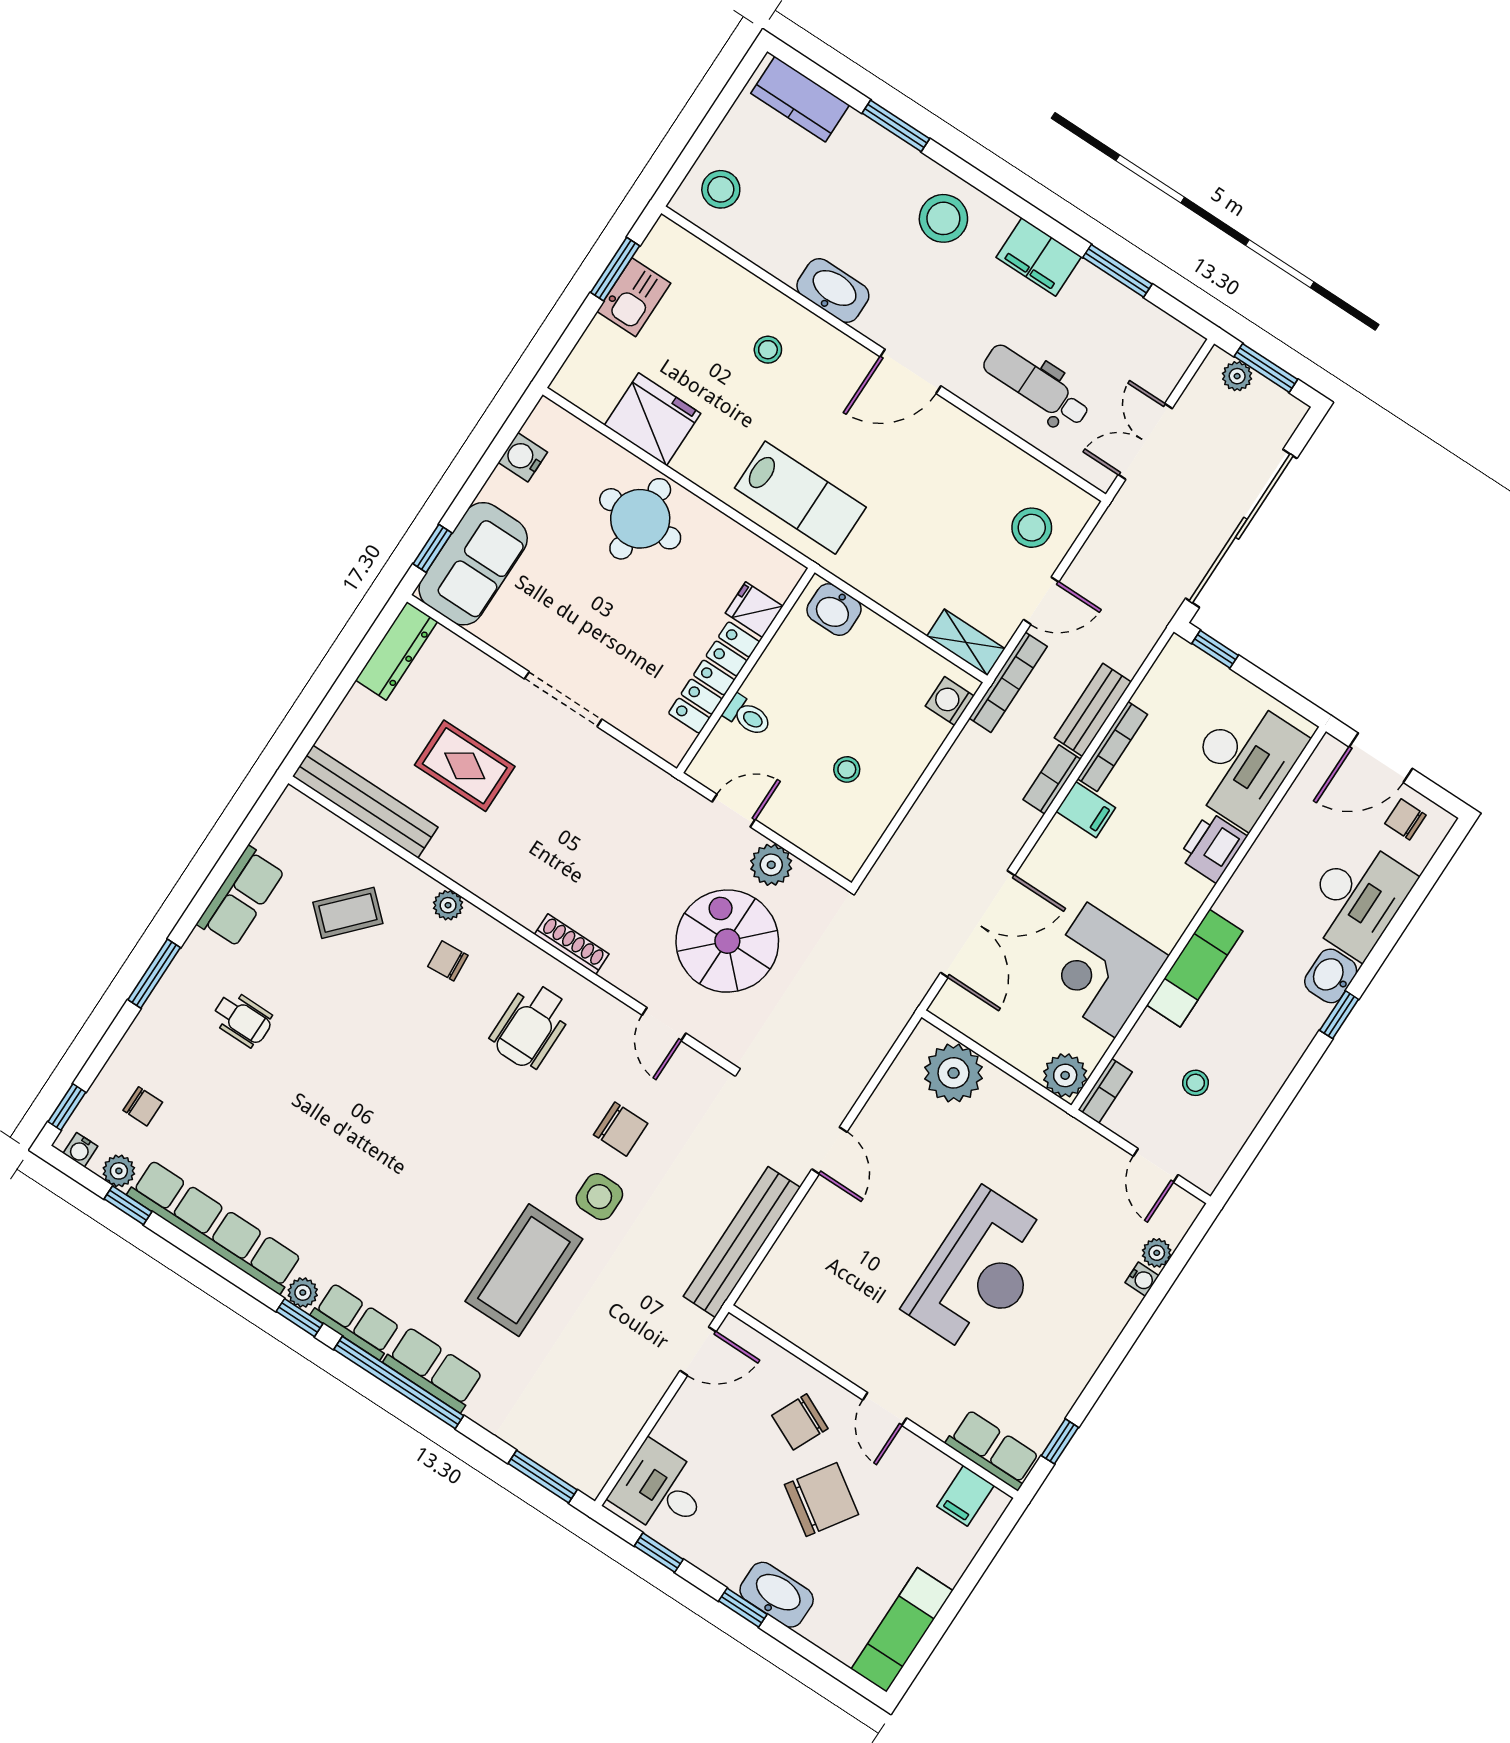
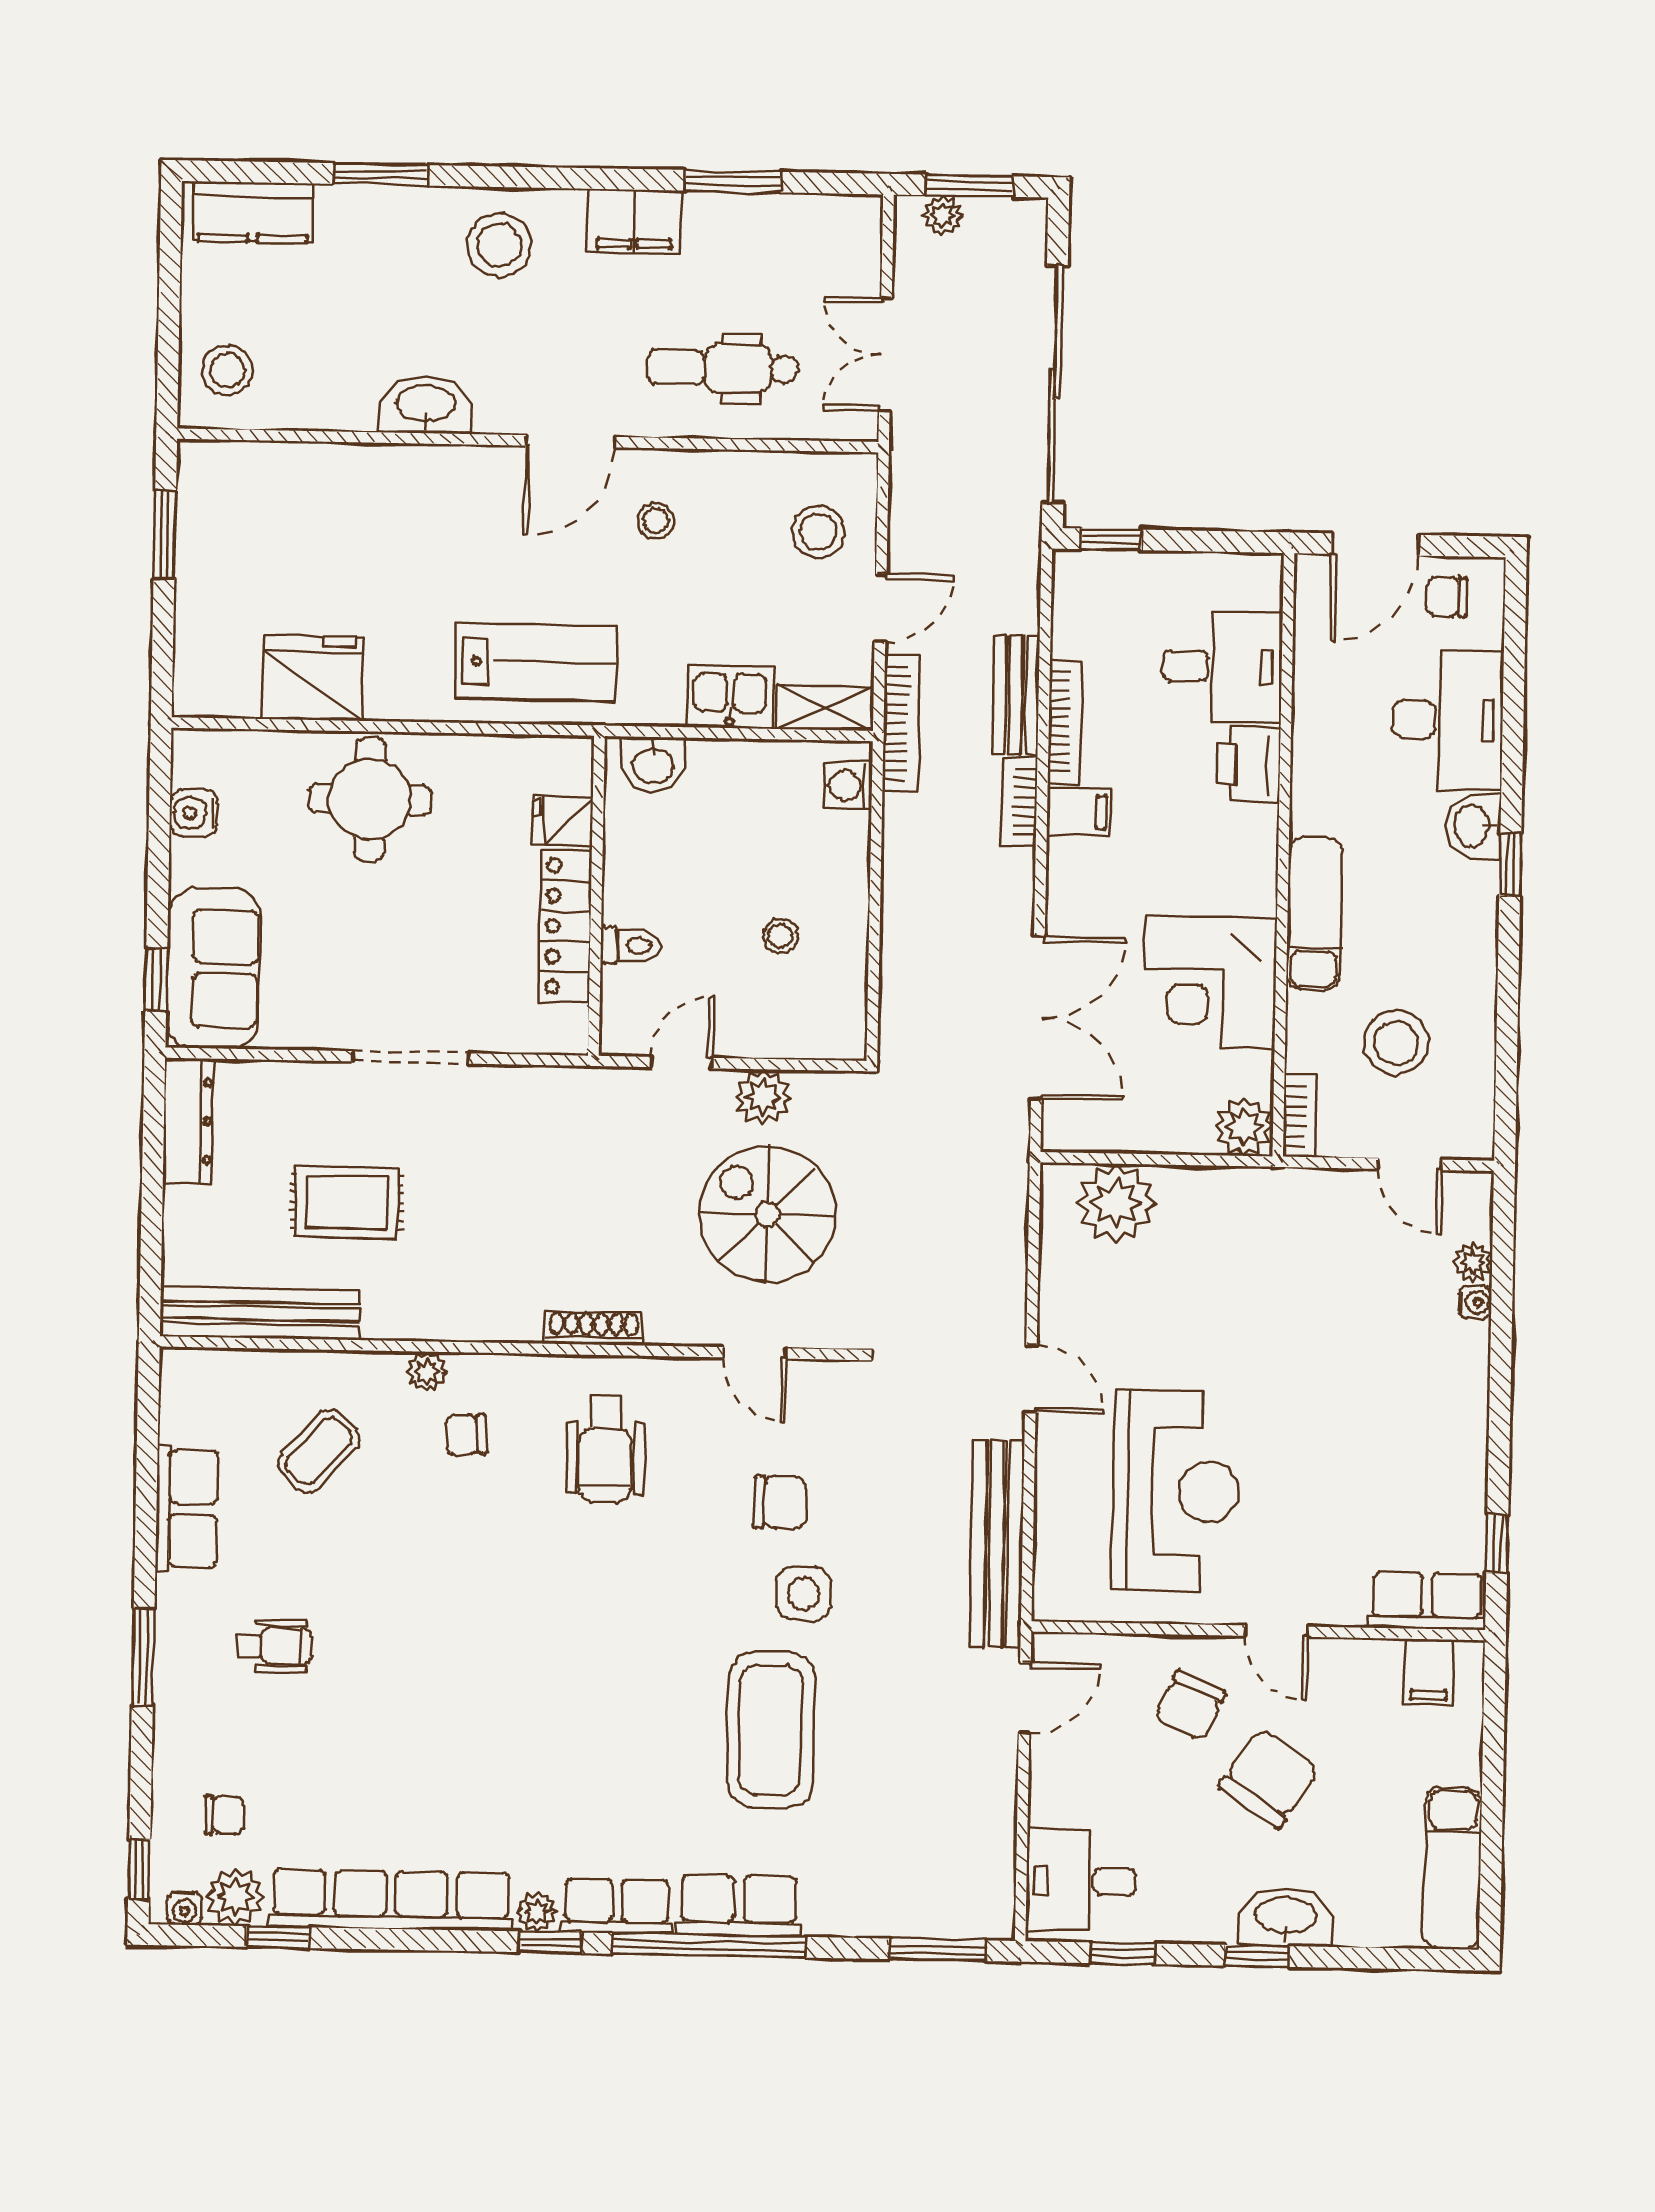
kitchen sink: (634, 297) -> (730, 697), moved, turned -90
stool: (768, 350) -> (656, 521), moved
desk: (1243, 762) -> (1222, 667), width x0.73
stool: (1196, 1083) -> (1396, 1043), width x1.89, depth x1.89
plant: (119, 1171) -> (235, 1897), width x1.38, depth x1.38
reception desk: (980, 1272) -> (1176, 1491), moved

